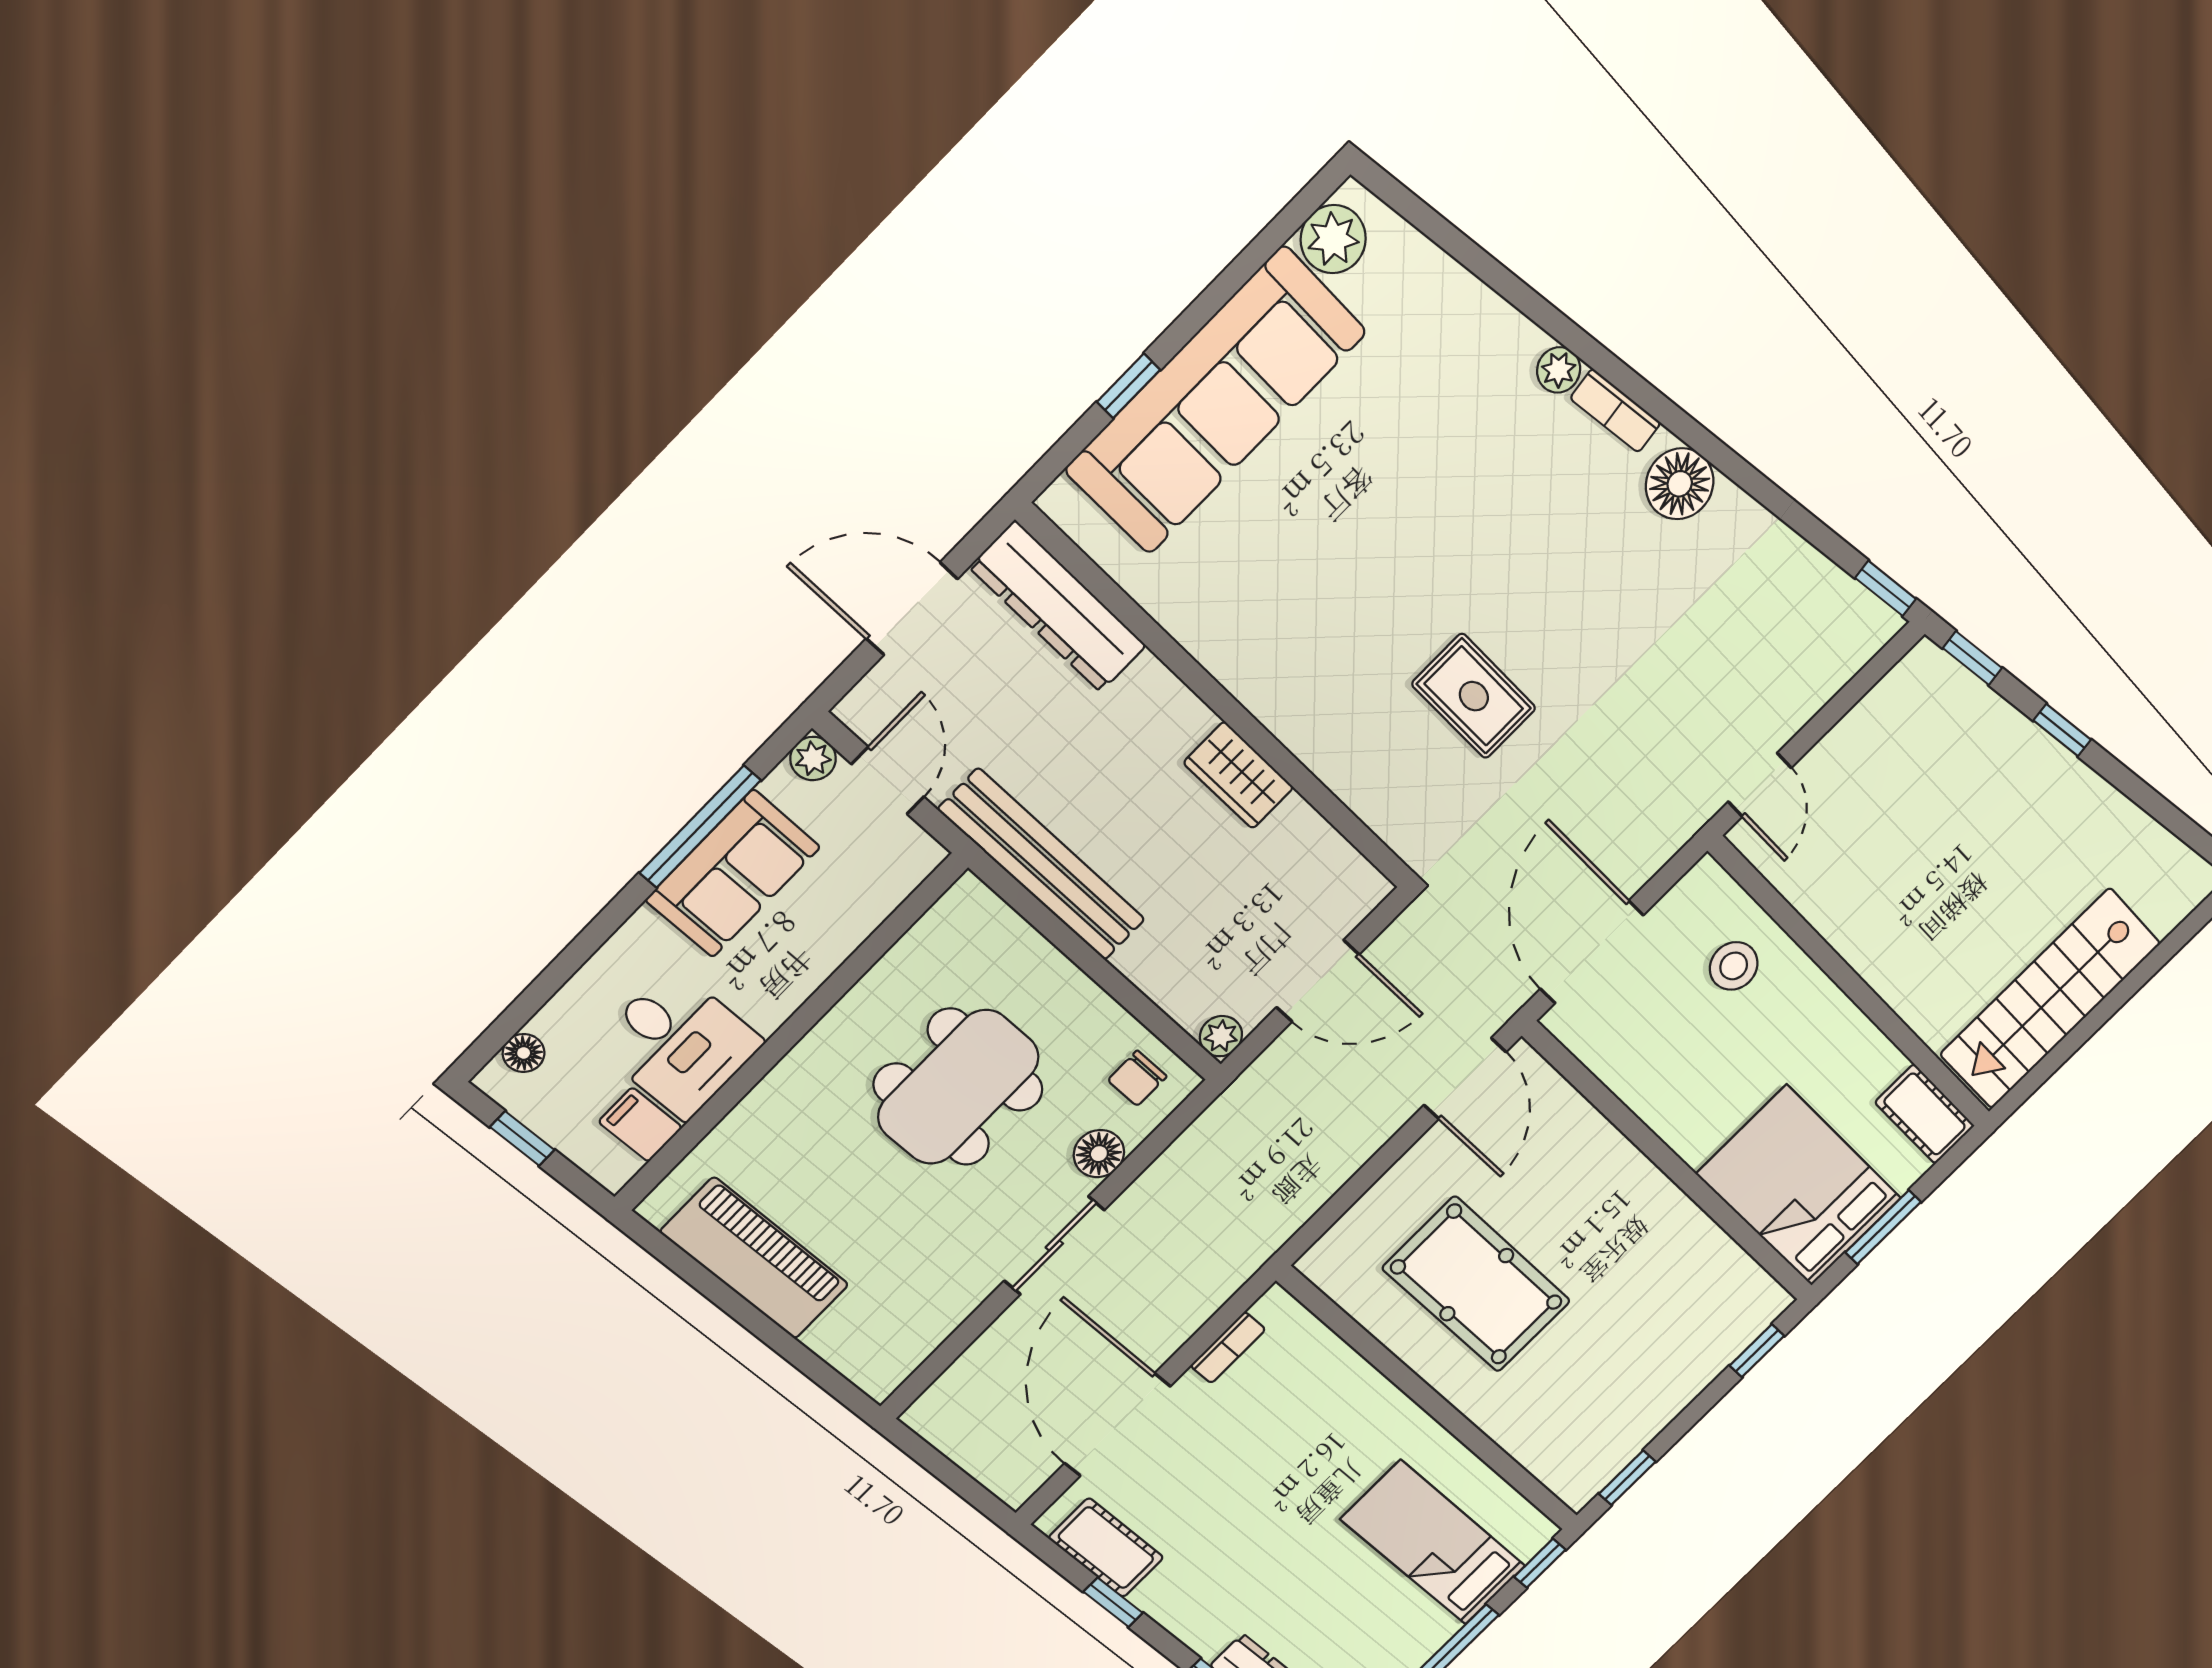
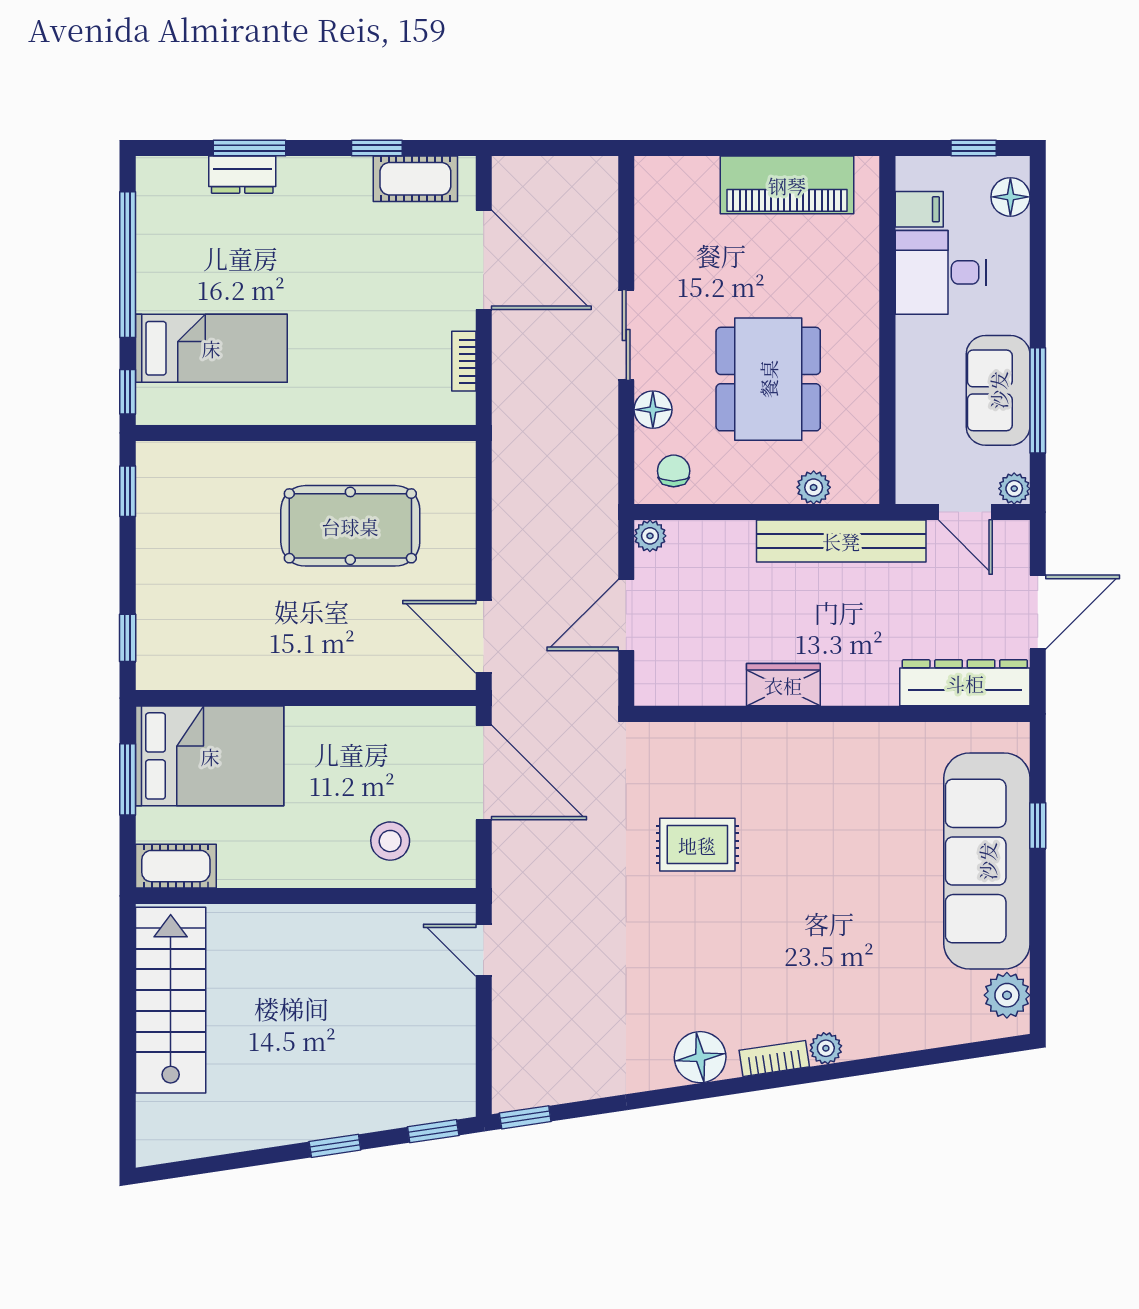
plant: (1018, 942) -> (814, 487), added
floor lamp: (524, 1053) -> (1010, 197), width x1.37, depth x1.37

